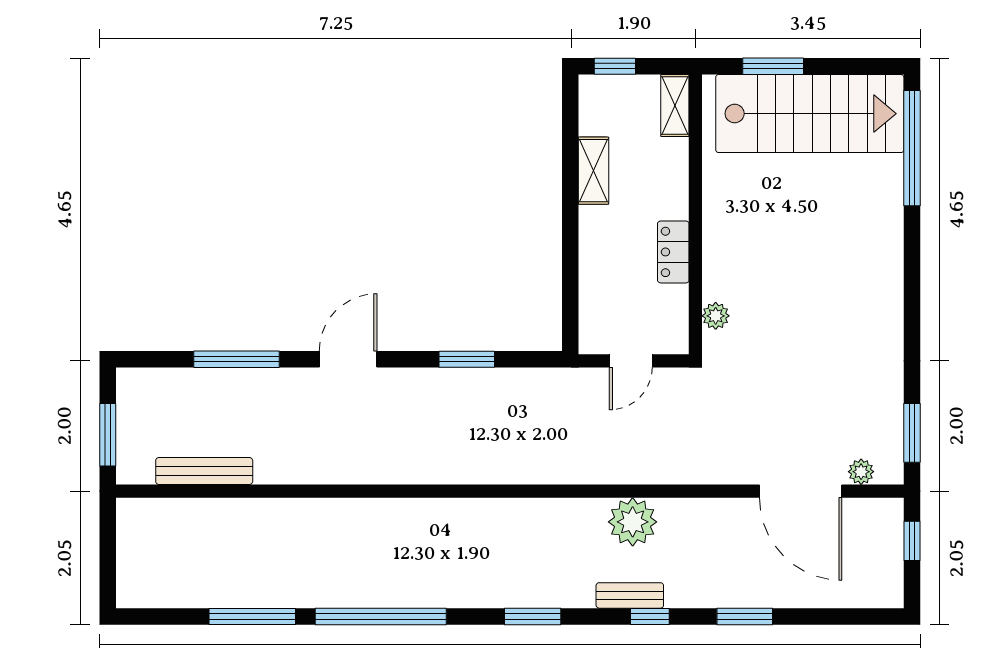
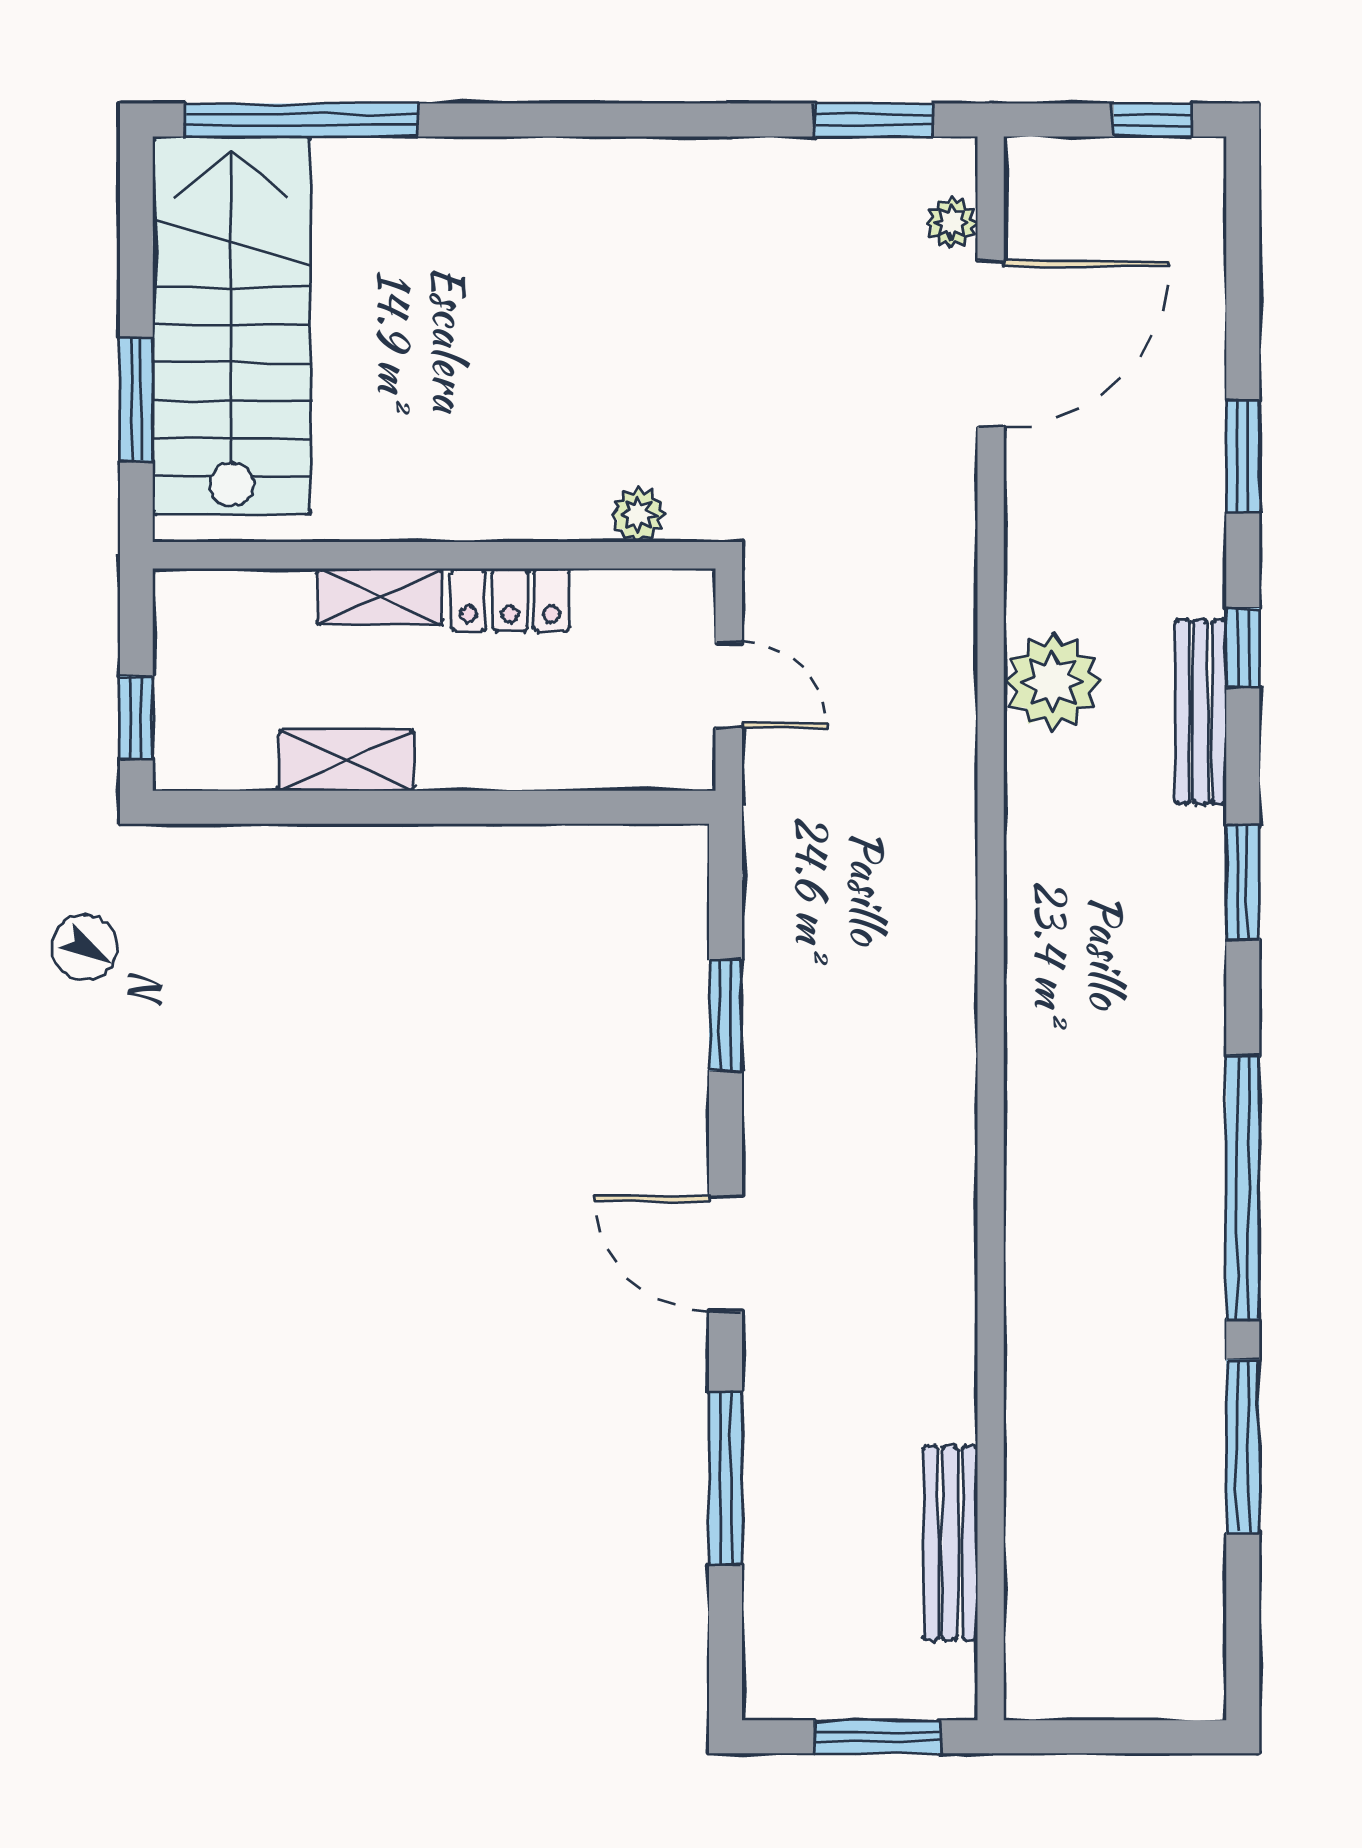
shelving: (675, 105) -> (380, 596), moved
window: (912, 541) -> (1153, 120), moved
bench: (630, 595) -> (1200, 712), width x1.36

